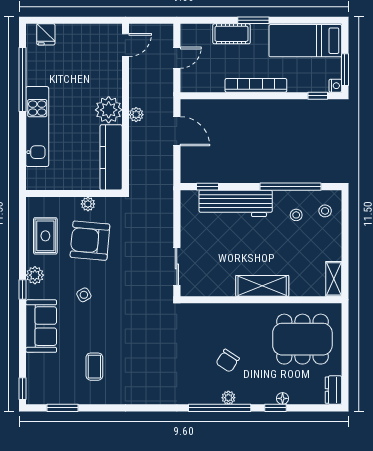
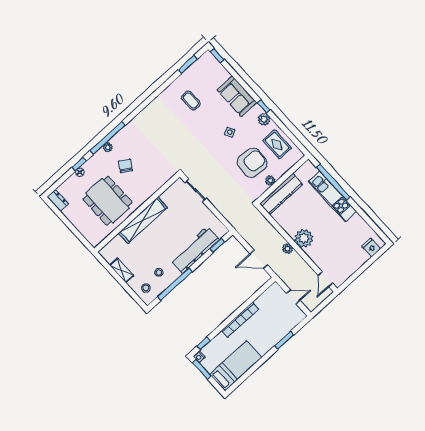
window: (253, 20) -> (284, 340), moved
cot: (231, 34) -> (277, 335), removed
door: (177, 58) -> (293, 297), swing flipped
window: (23, 80) -> (333, 182), moved
kitchen counter: (111, 157) -> (281, 194), moved, turned 90
shelving: (334, 279) -> (122, 270), moved
shelving: (262, 286) -> (143, 220), width x1.47
dining table: (302, 339) -> (107, 201), moved, turned 90

